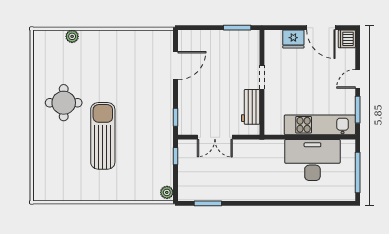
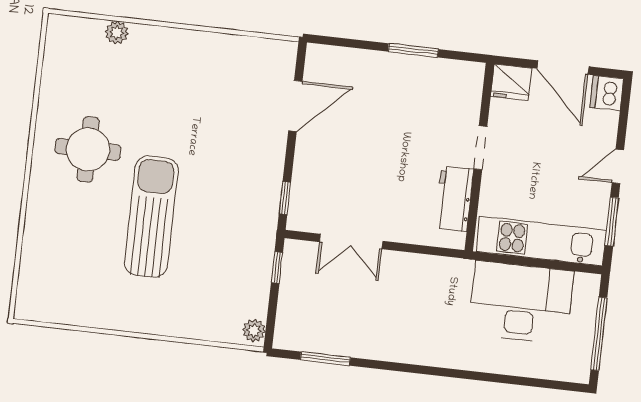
doorway: (262, 77) -> (480, 148), moved
wall: (262, 82) -> (479, 157), moved
workbench: (251, 107) -> (454, 199), moved

